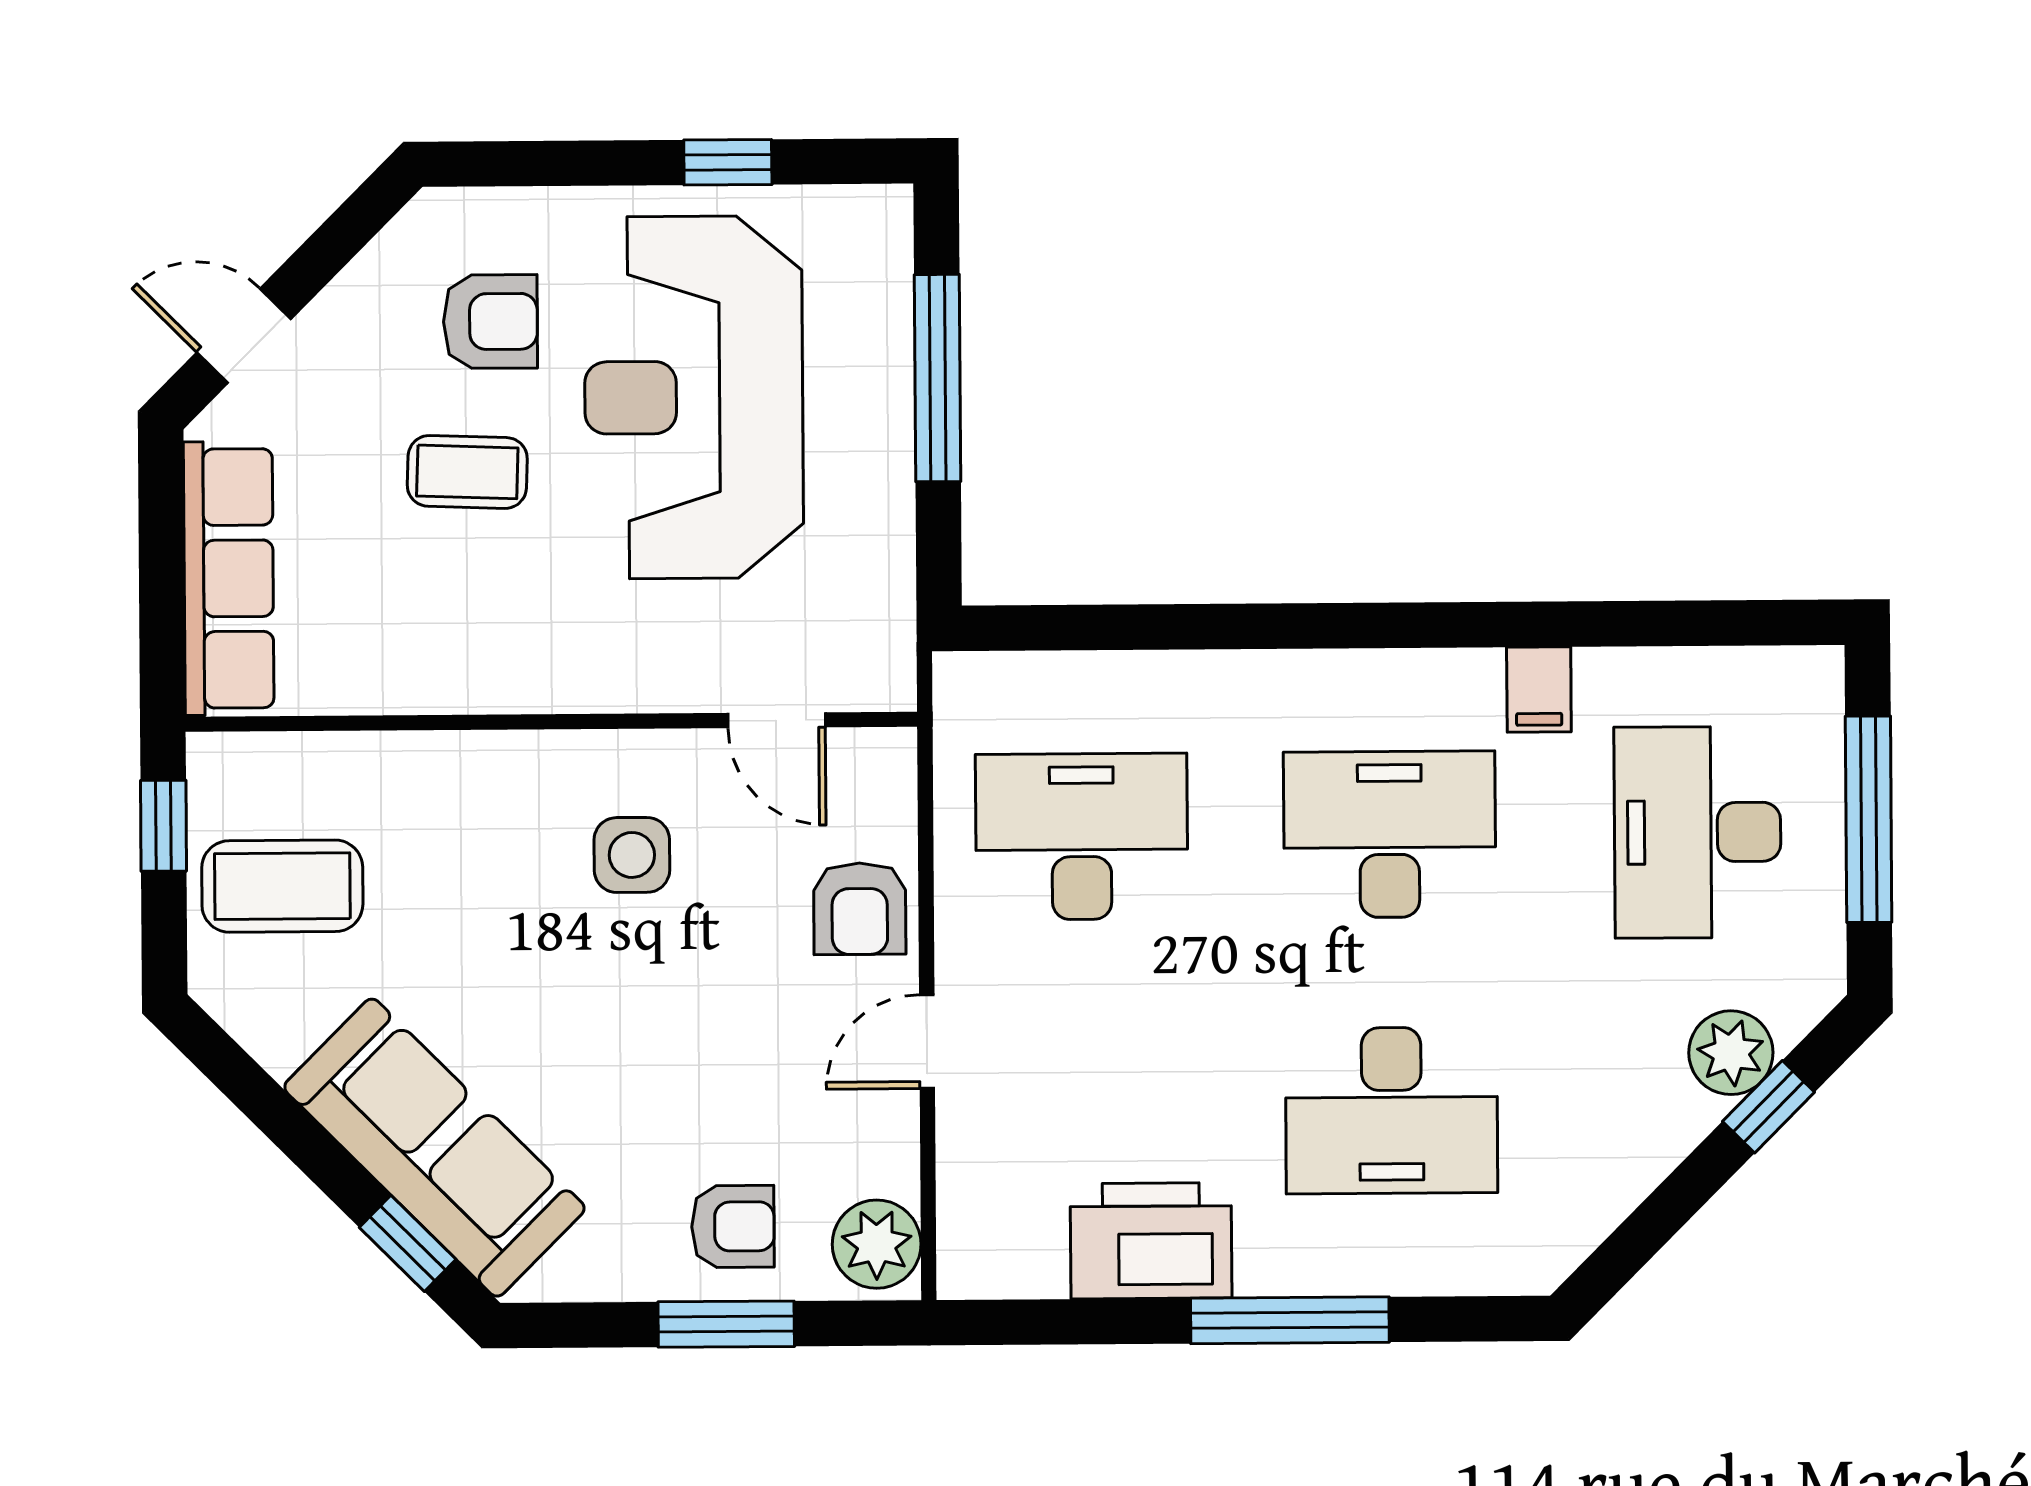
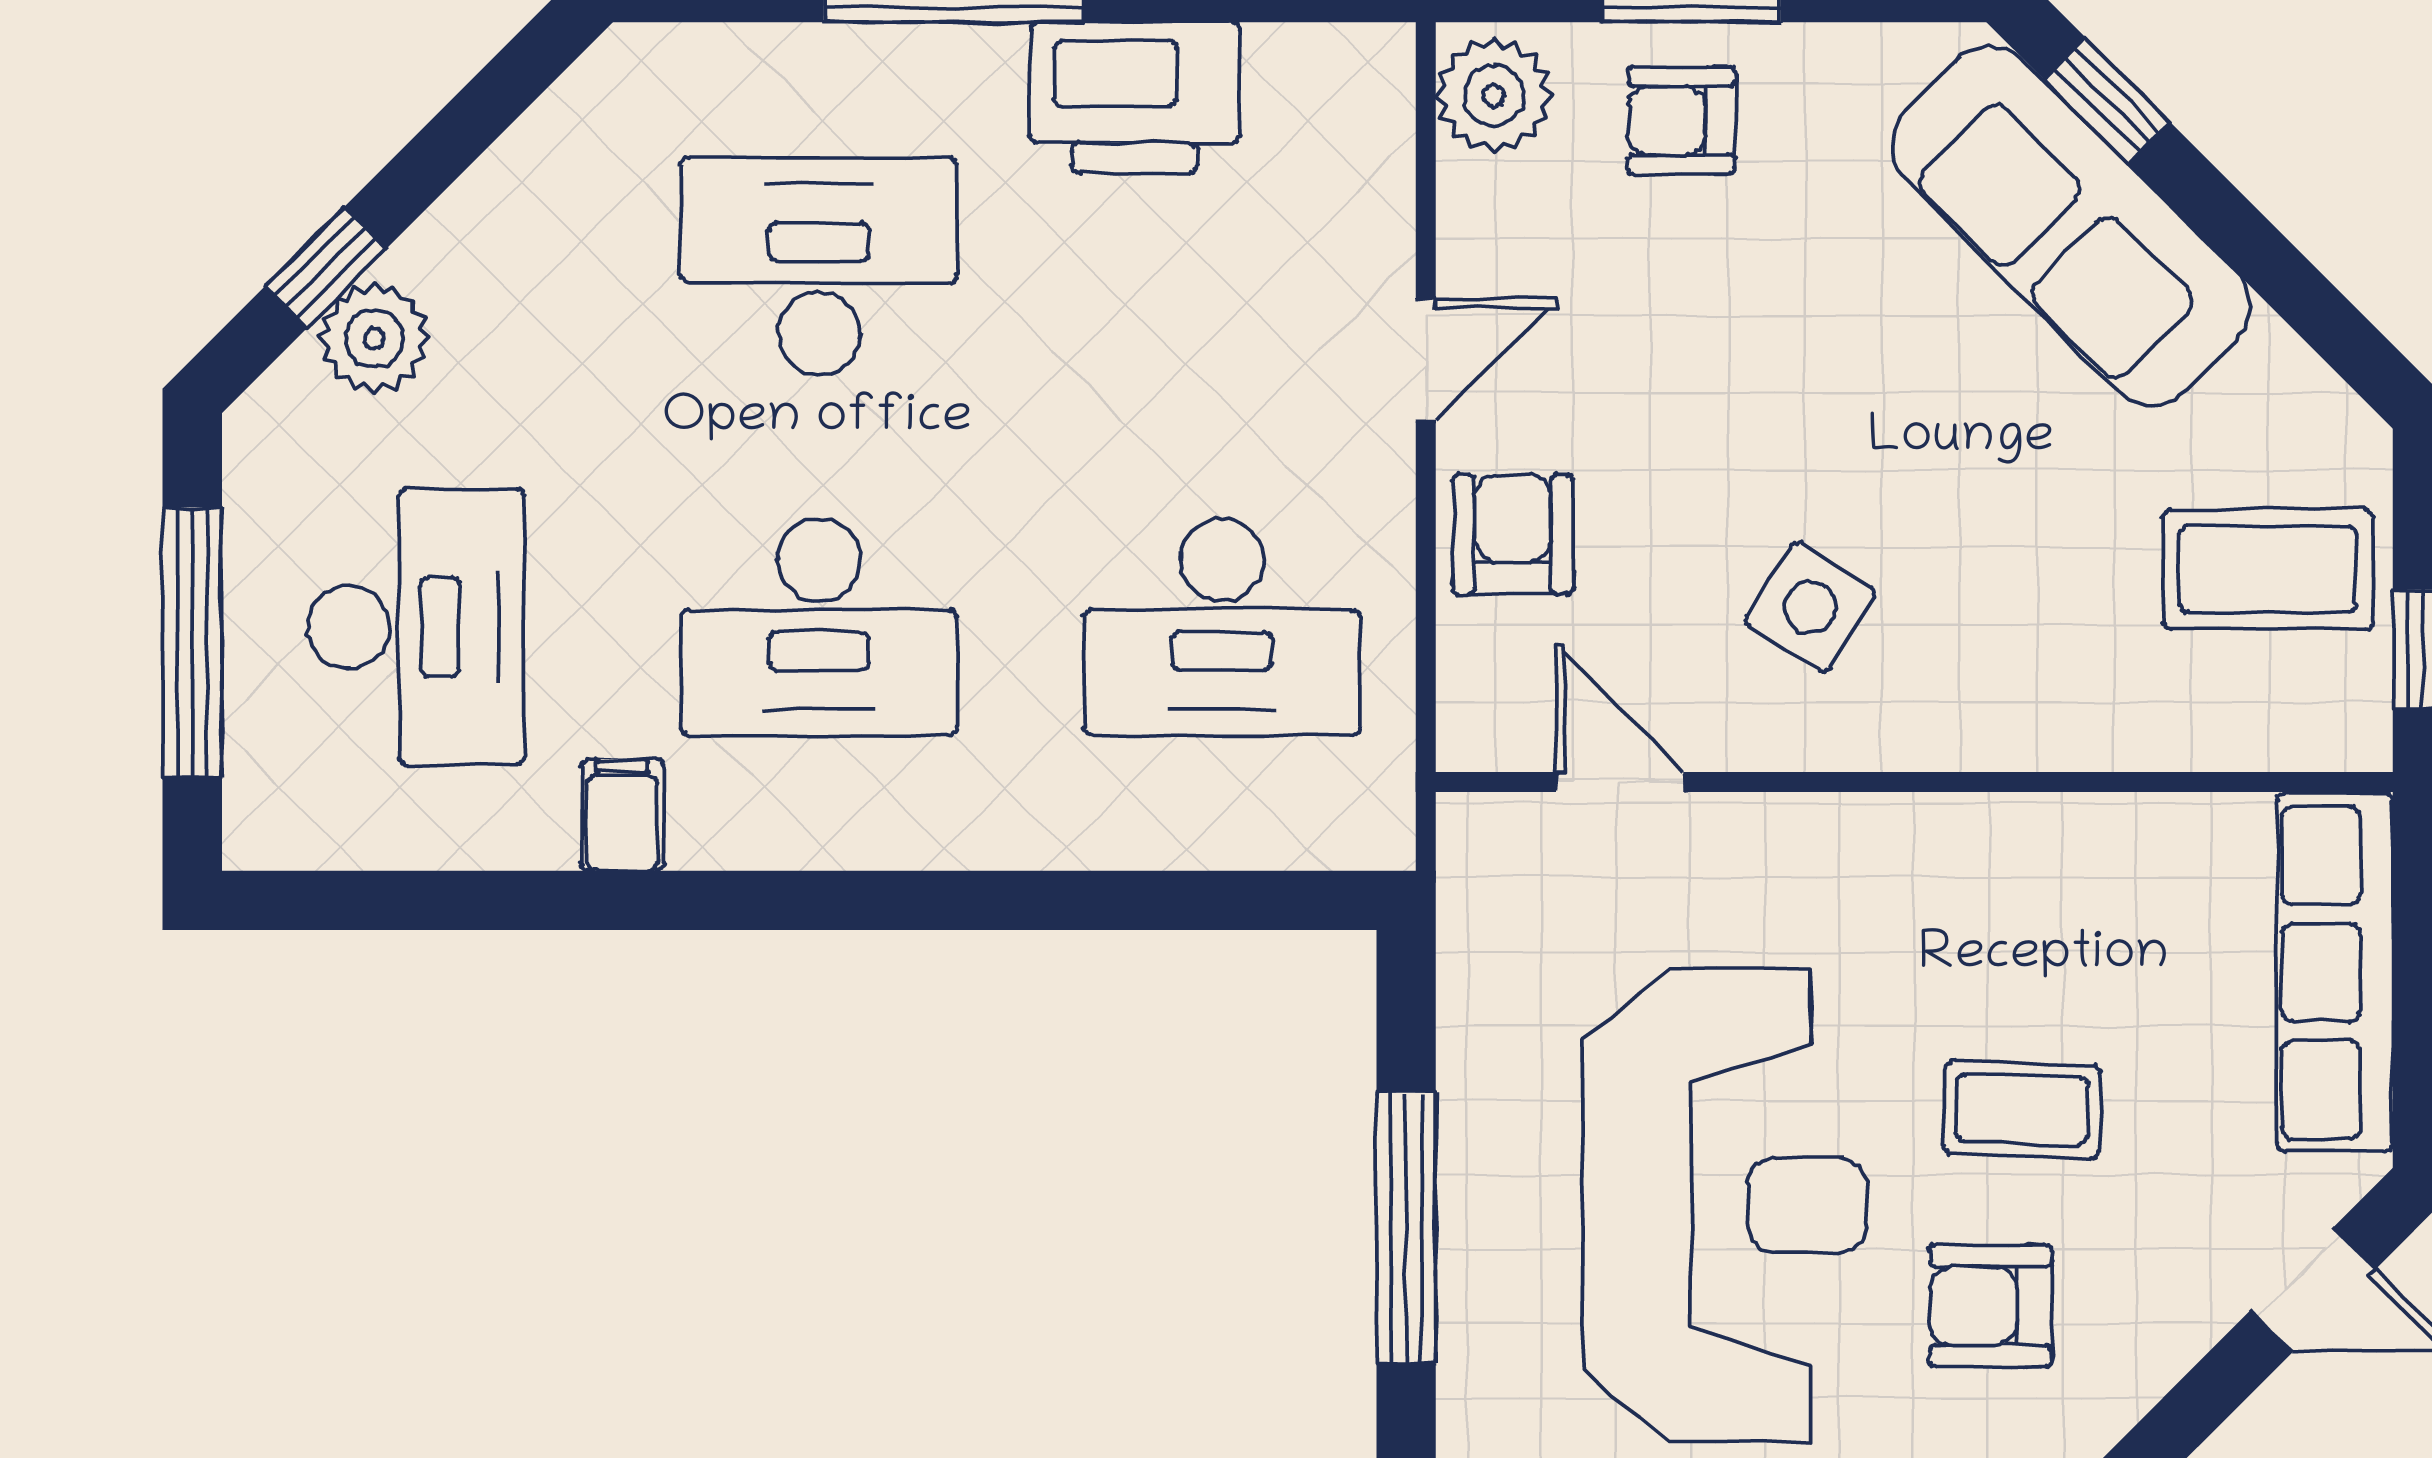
side table: (632, 855) -> (1810, 607), turned 32

